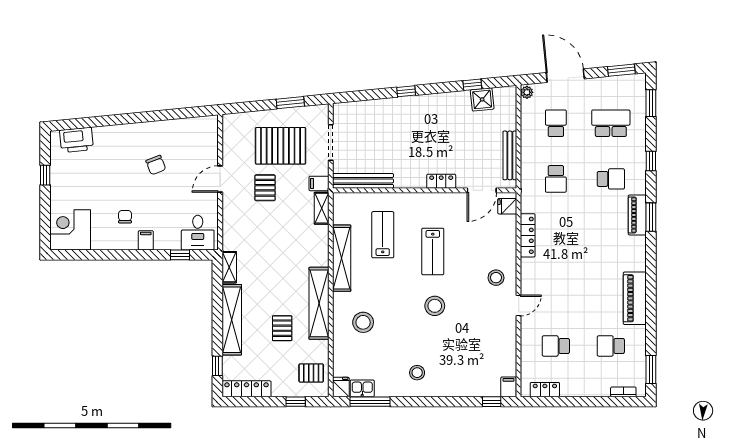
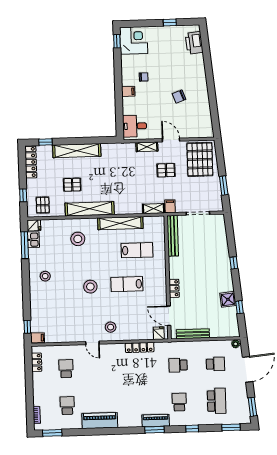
shower: (482, 99) -> (228, 299), moved
pallet: (281, 146) -> (200, 159), moved
school desk: (611, 179) -> (179, 402), turned 180
window: (180, 255) -> (117, 41), moved
shelving: (229, 267) -> (147, 147), moved

